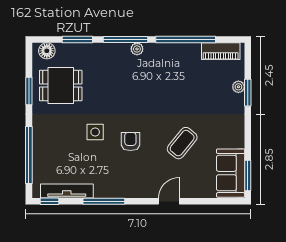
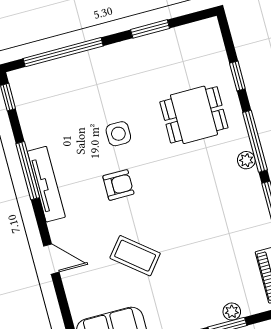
window: (77, 39) -> (237, 76), width x0.67
floor lamp: (47, 51) -> (211, 39), removed
dining table: (61, 86) -> (194, 115), moved, turned 90
tv unit: (67, 191) -> (46, 184), moved

